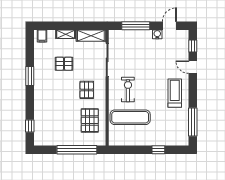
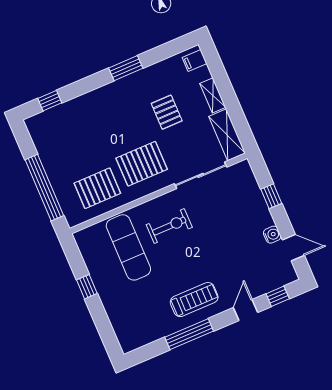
window: (136, 26) -> (271, 196), width x0.46
pallet: (87, 90) -> (142, 164), width x1.50, depth x1.42
window: (193, 122) -> (189, 334), moved
window: (158, 150) -> (87, 287), moved

